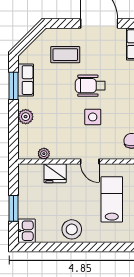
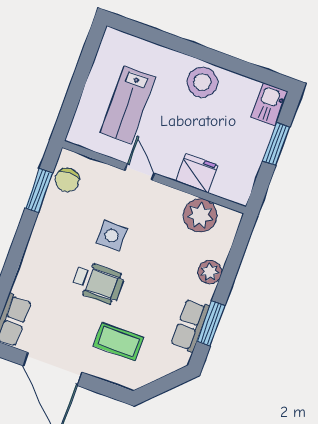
plant: (44, 154) -> (200, 215), width x1.88, depth x1.88

